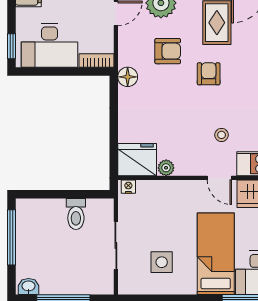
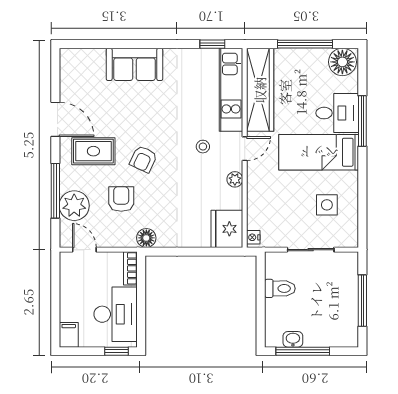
armchair: (209, 74) -> (143, 159), turned -65
plant: (166, 168) -> (235, 179), moved
washbasin: (29, 286) -> (293, 339), moved, turned 90

